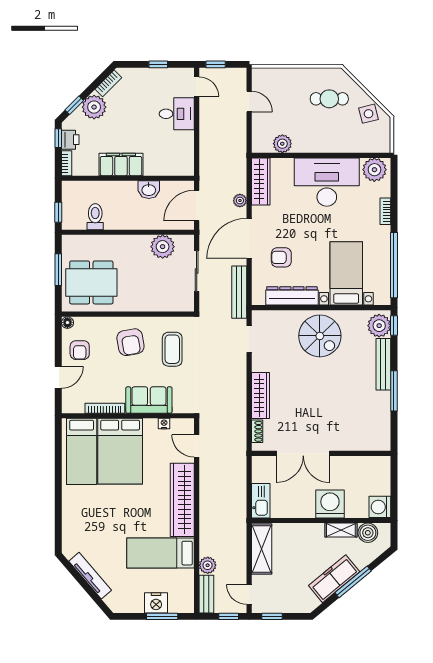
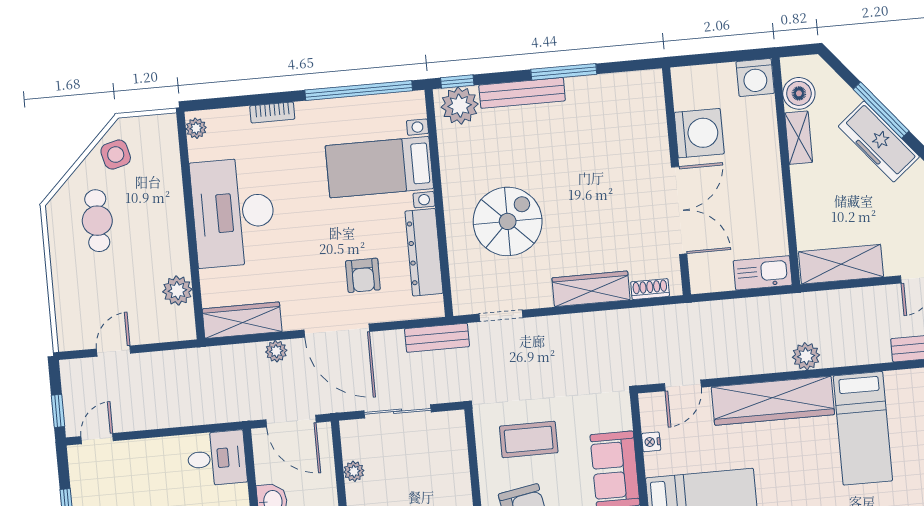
desk: (177, 114) -> (217, 458), moved, turned 90
plant: (374, 170) -> (196, 128), width x0.53, depth x0.53
plant: (163, 247) -> (354, 471), width x0.53, depth x0.53
bench: (239, 292) -> (437, 338), width x0.73
spiral stairs: (320, 336) -> (508, 221), moved
washing machine: (330, 504) -> (699, 133), moved, turned 180
plant: (208, 565) -> (806, 356), moved

